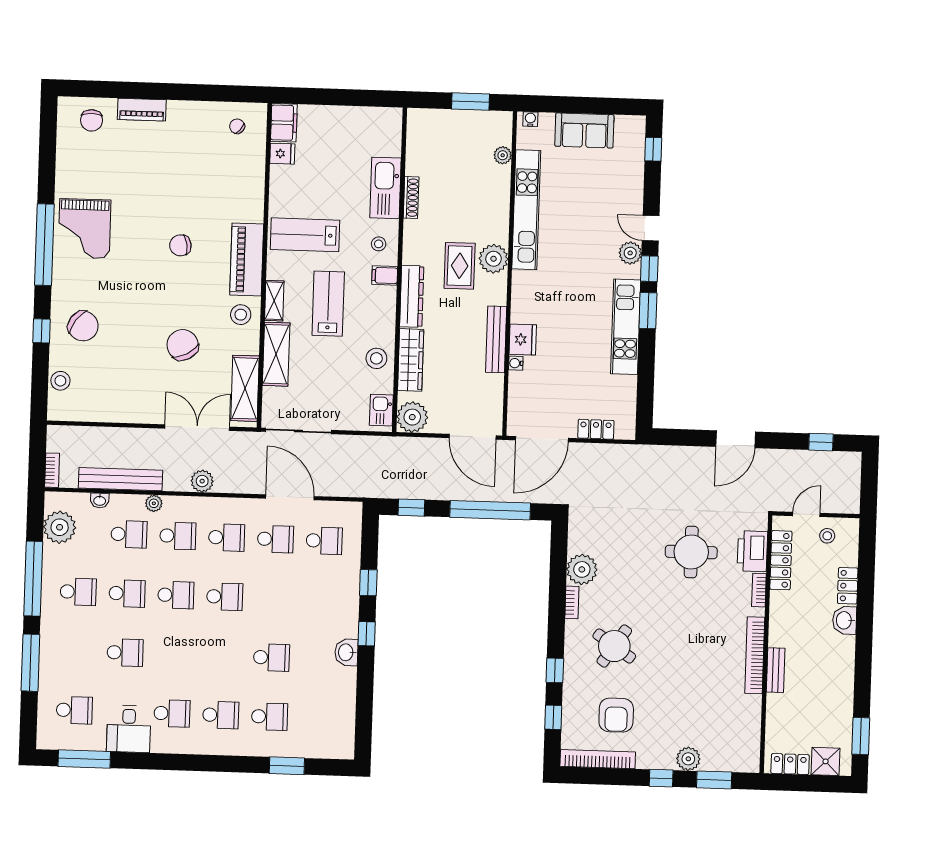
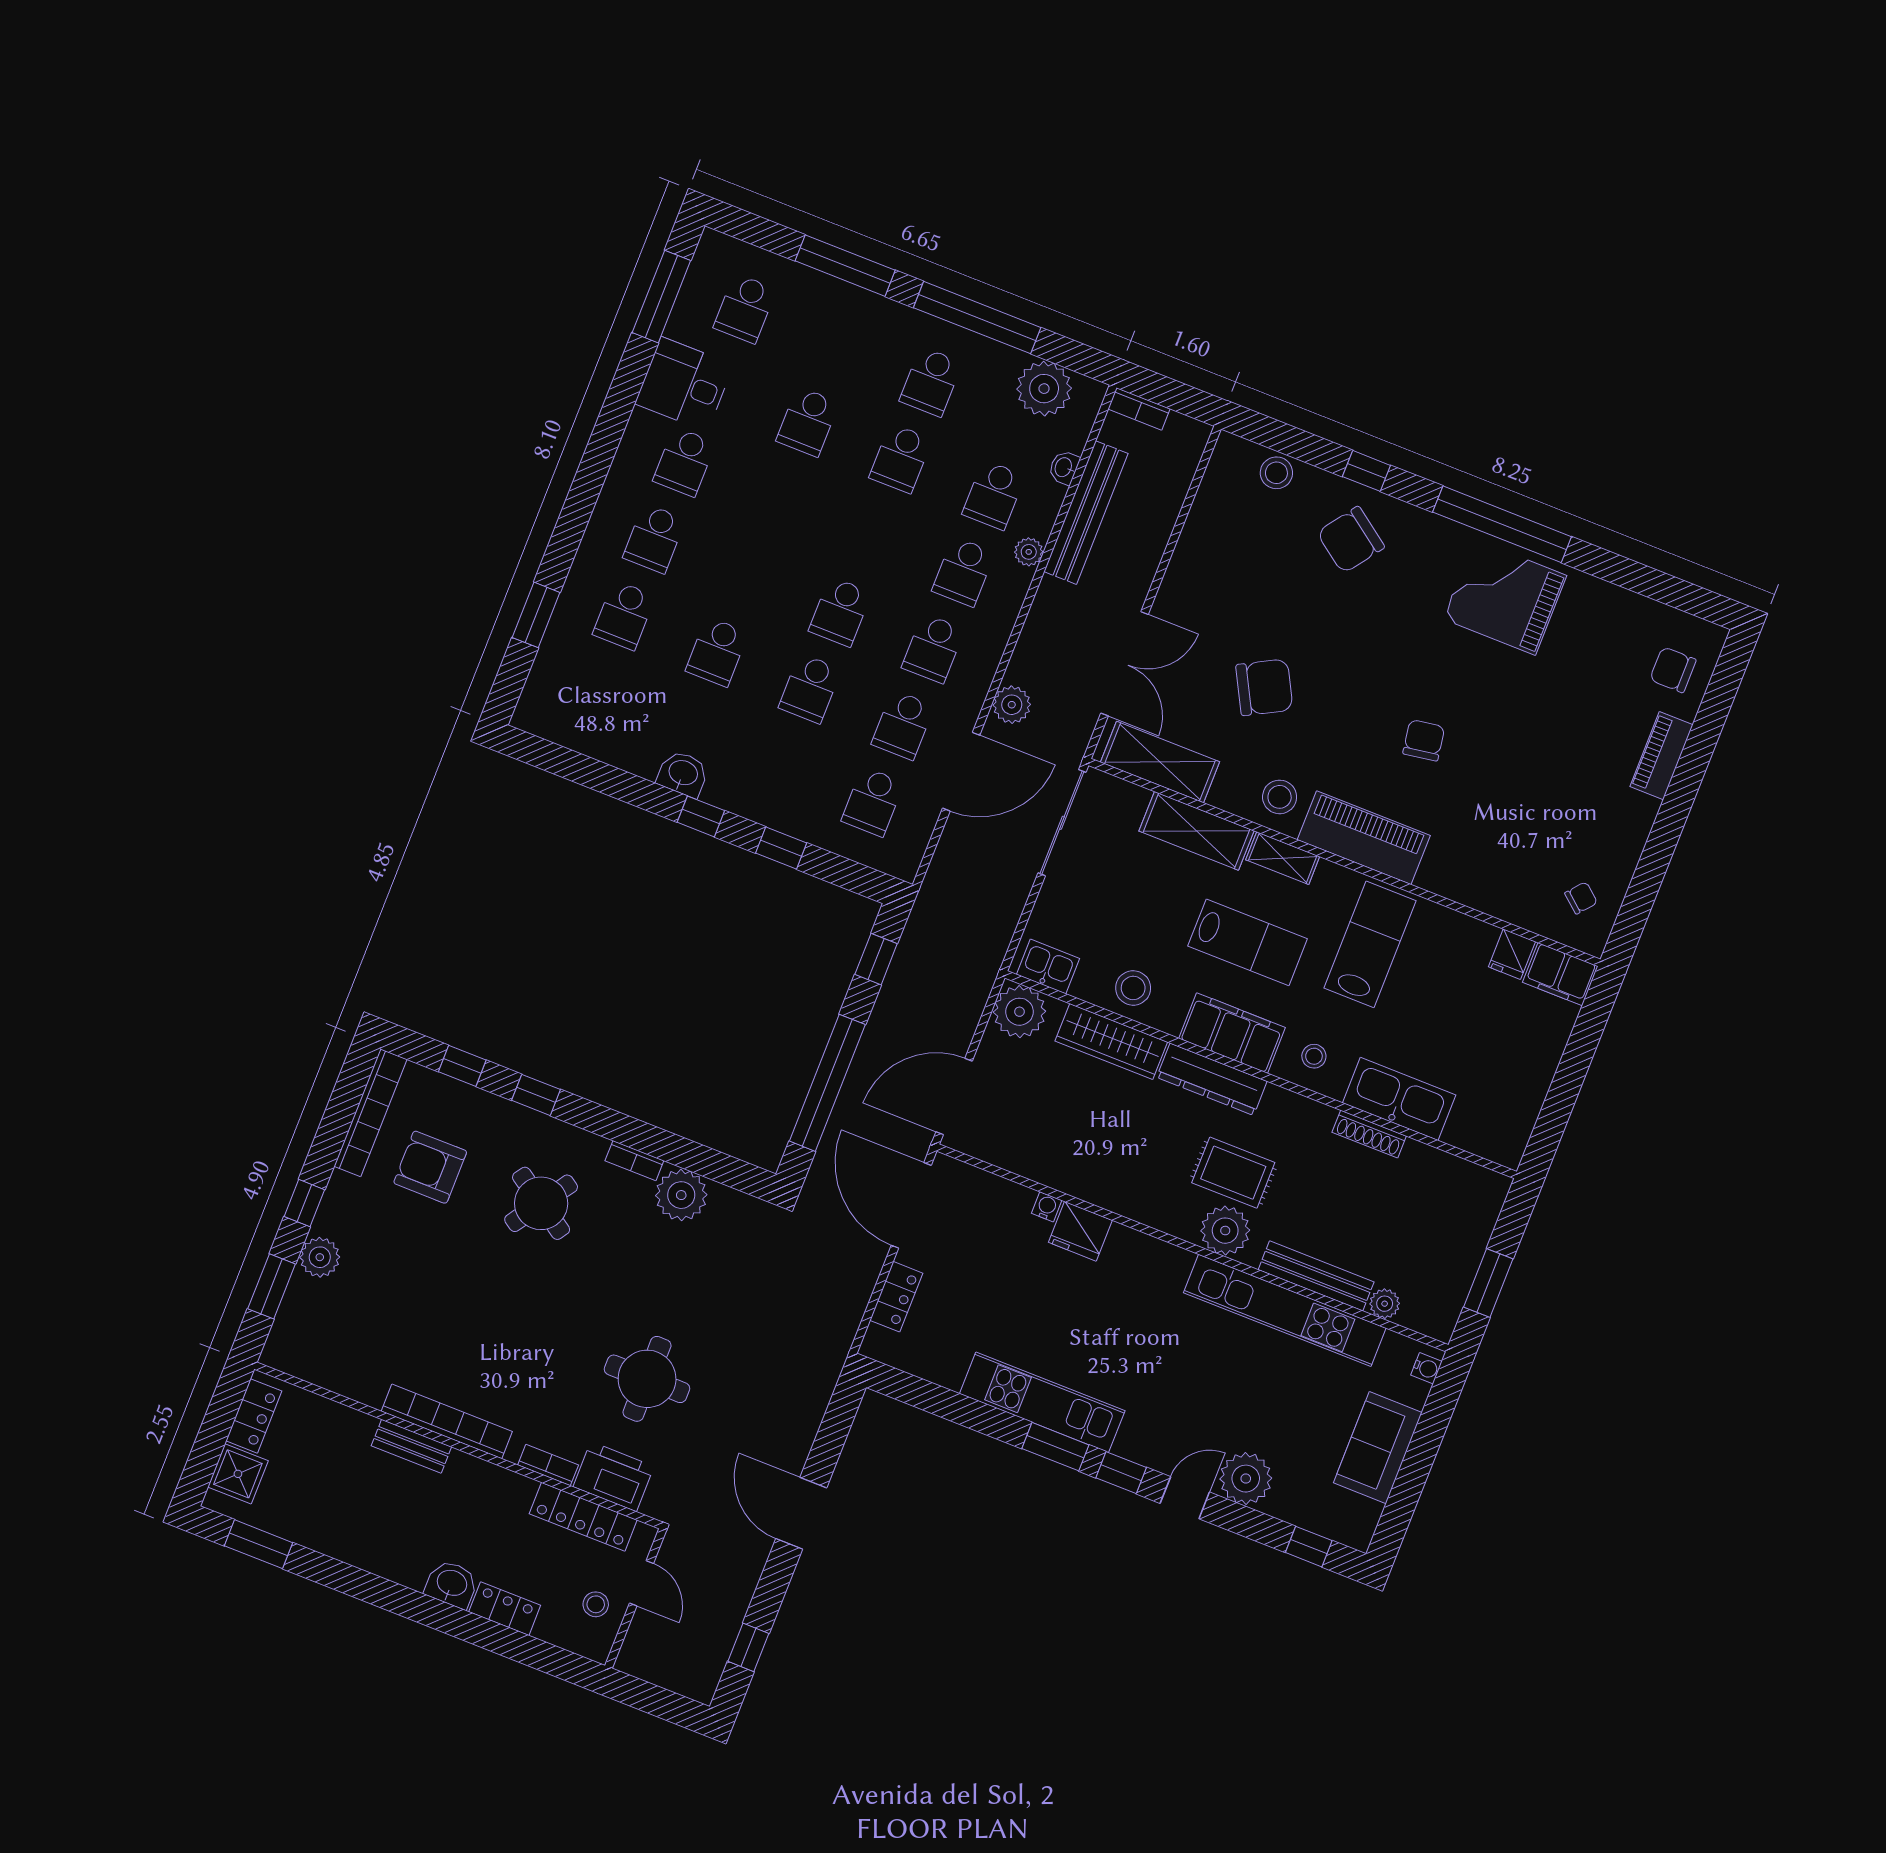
plant: (630, 253) -> (1246, 1479), moved, width x1.36, depth x1.36
filing cabinet: (385, 275) -> (1232, 1033), width x3.00, depth x1.17
bench: (496, 339) -> (1316, 1276), moved
plant: (202, 481) -> (1012, 705), moved
school desk: (176, 595) -> (810, 688), moved

